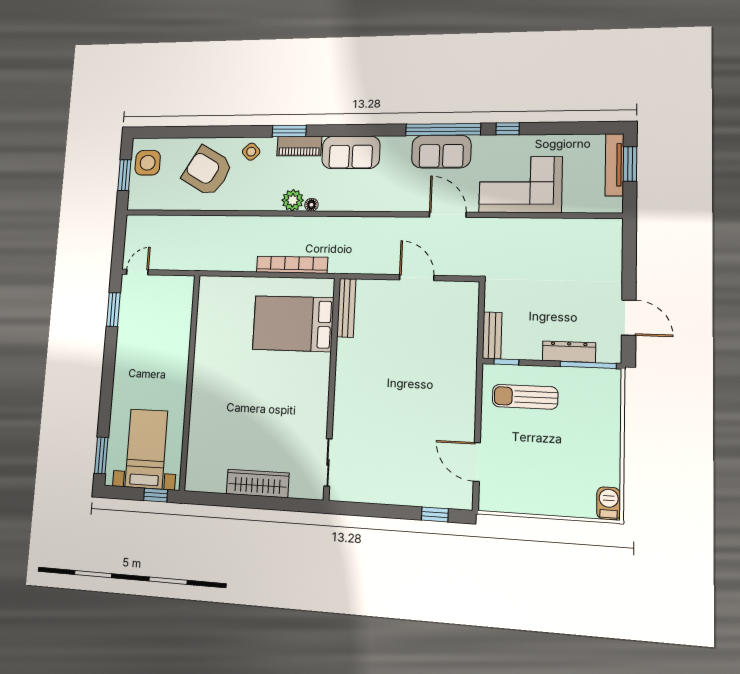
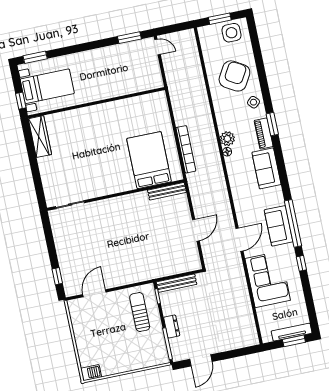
bench: (492, 335) -> (176, 283), width x1.36
dresser: (569, 352) -> (172, 326), width x0.70
wardrobe: (258, 483) -> (40, 137), moved

